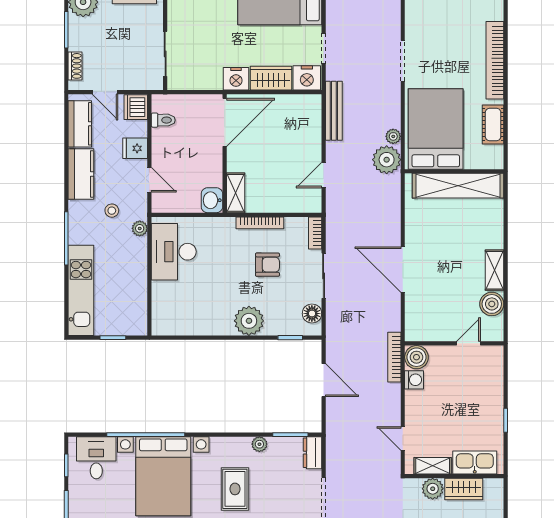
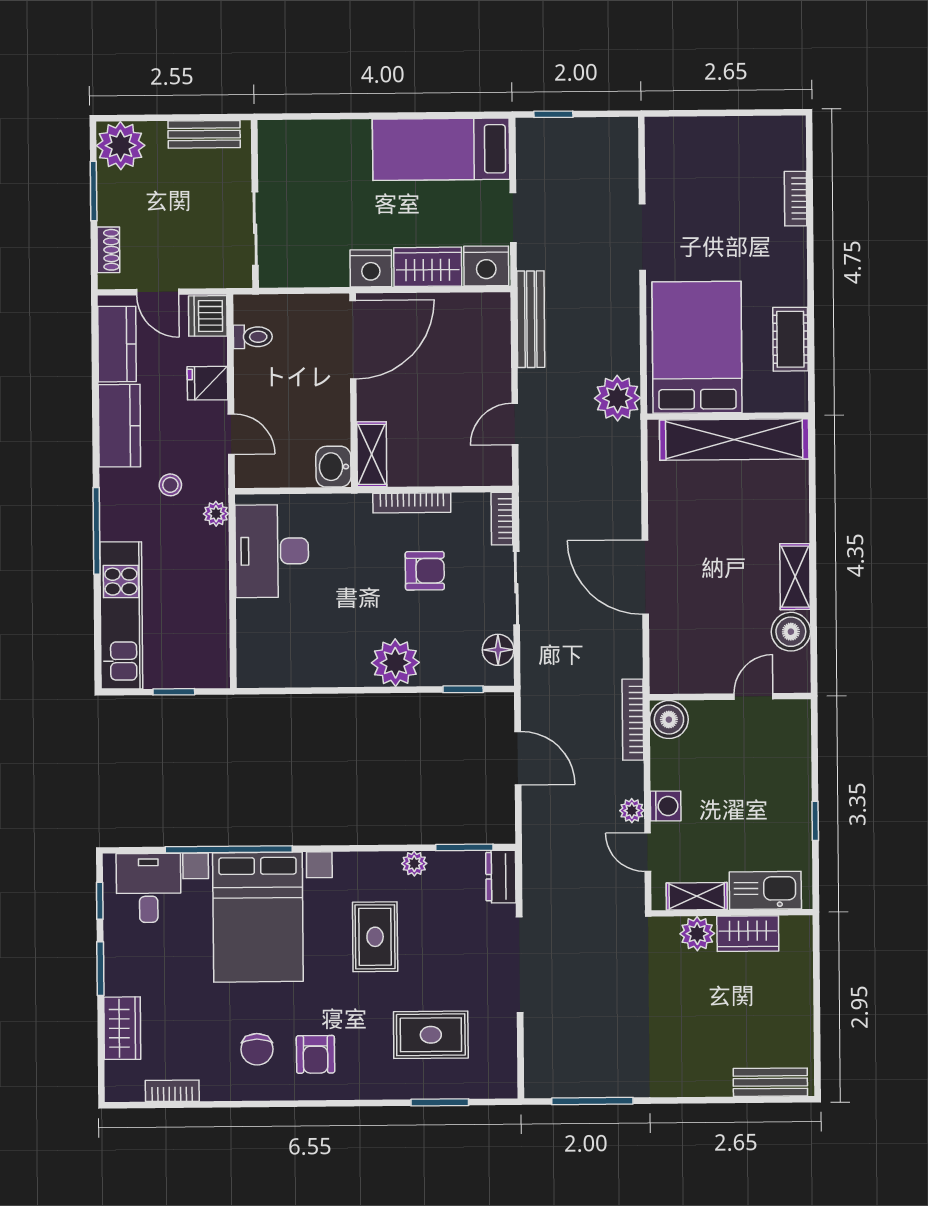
bookcase: (495, 60) -> (796, 199), width x0.43, depth x0.76
plant: (393, 136) -> (632, 811), moved
washing machine: (414, 380) -> (666, 806), moved

